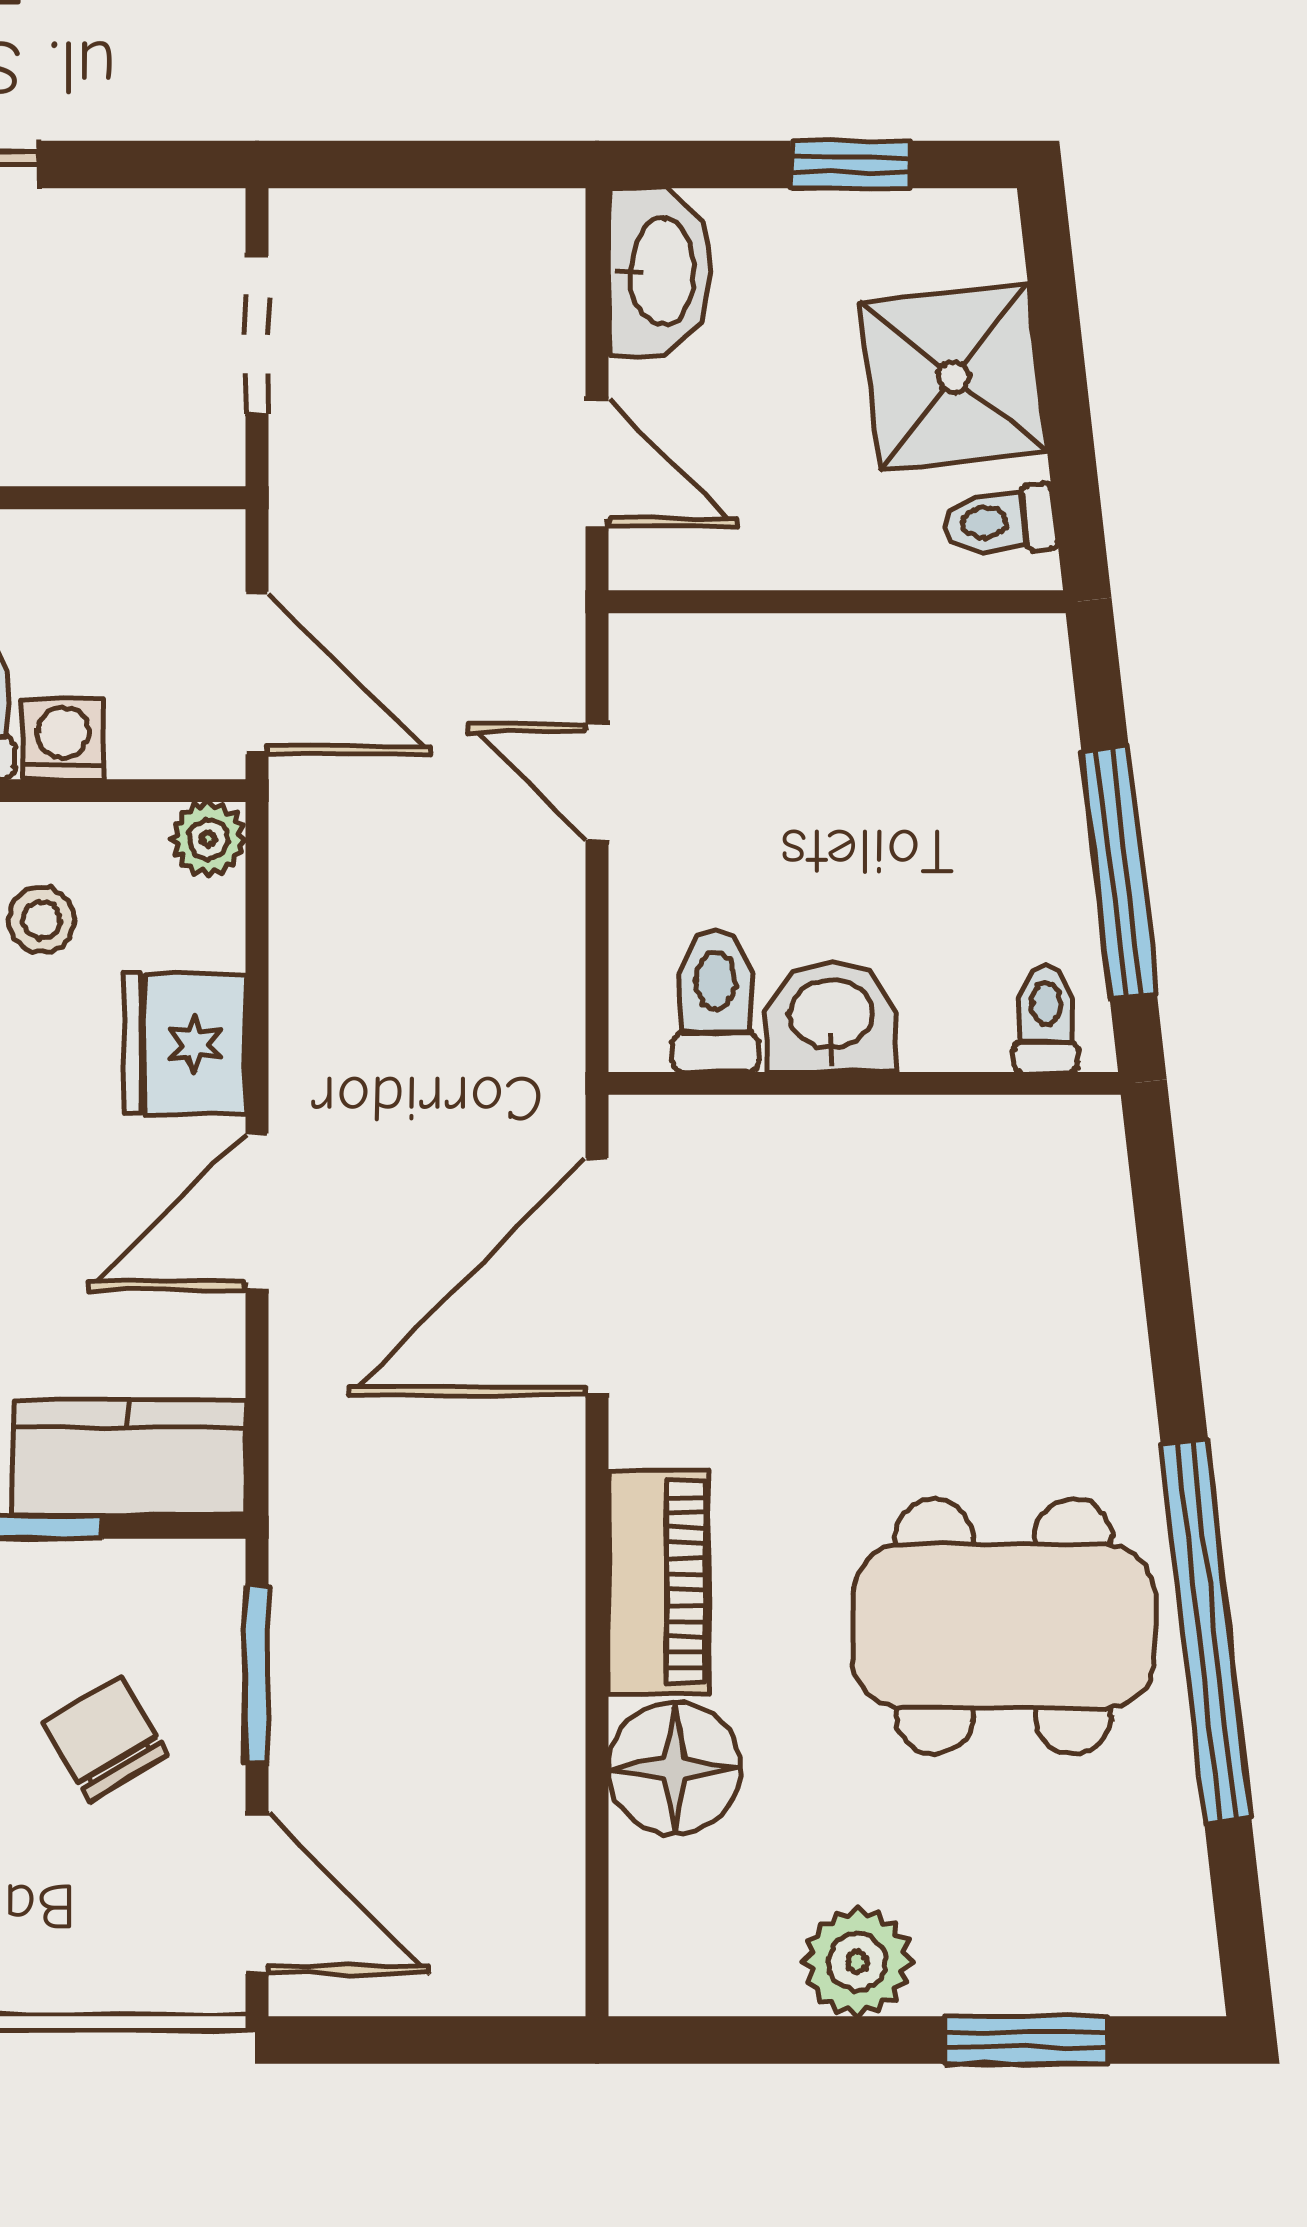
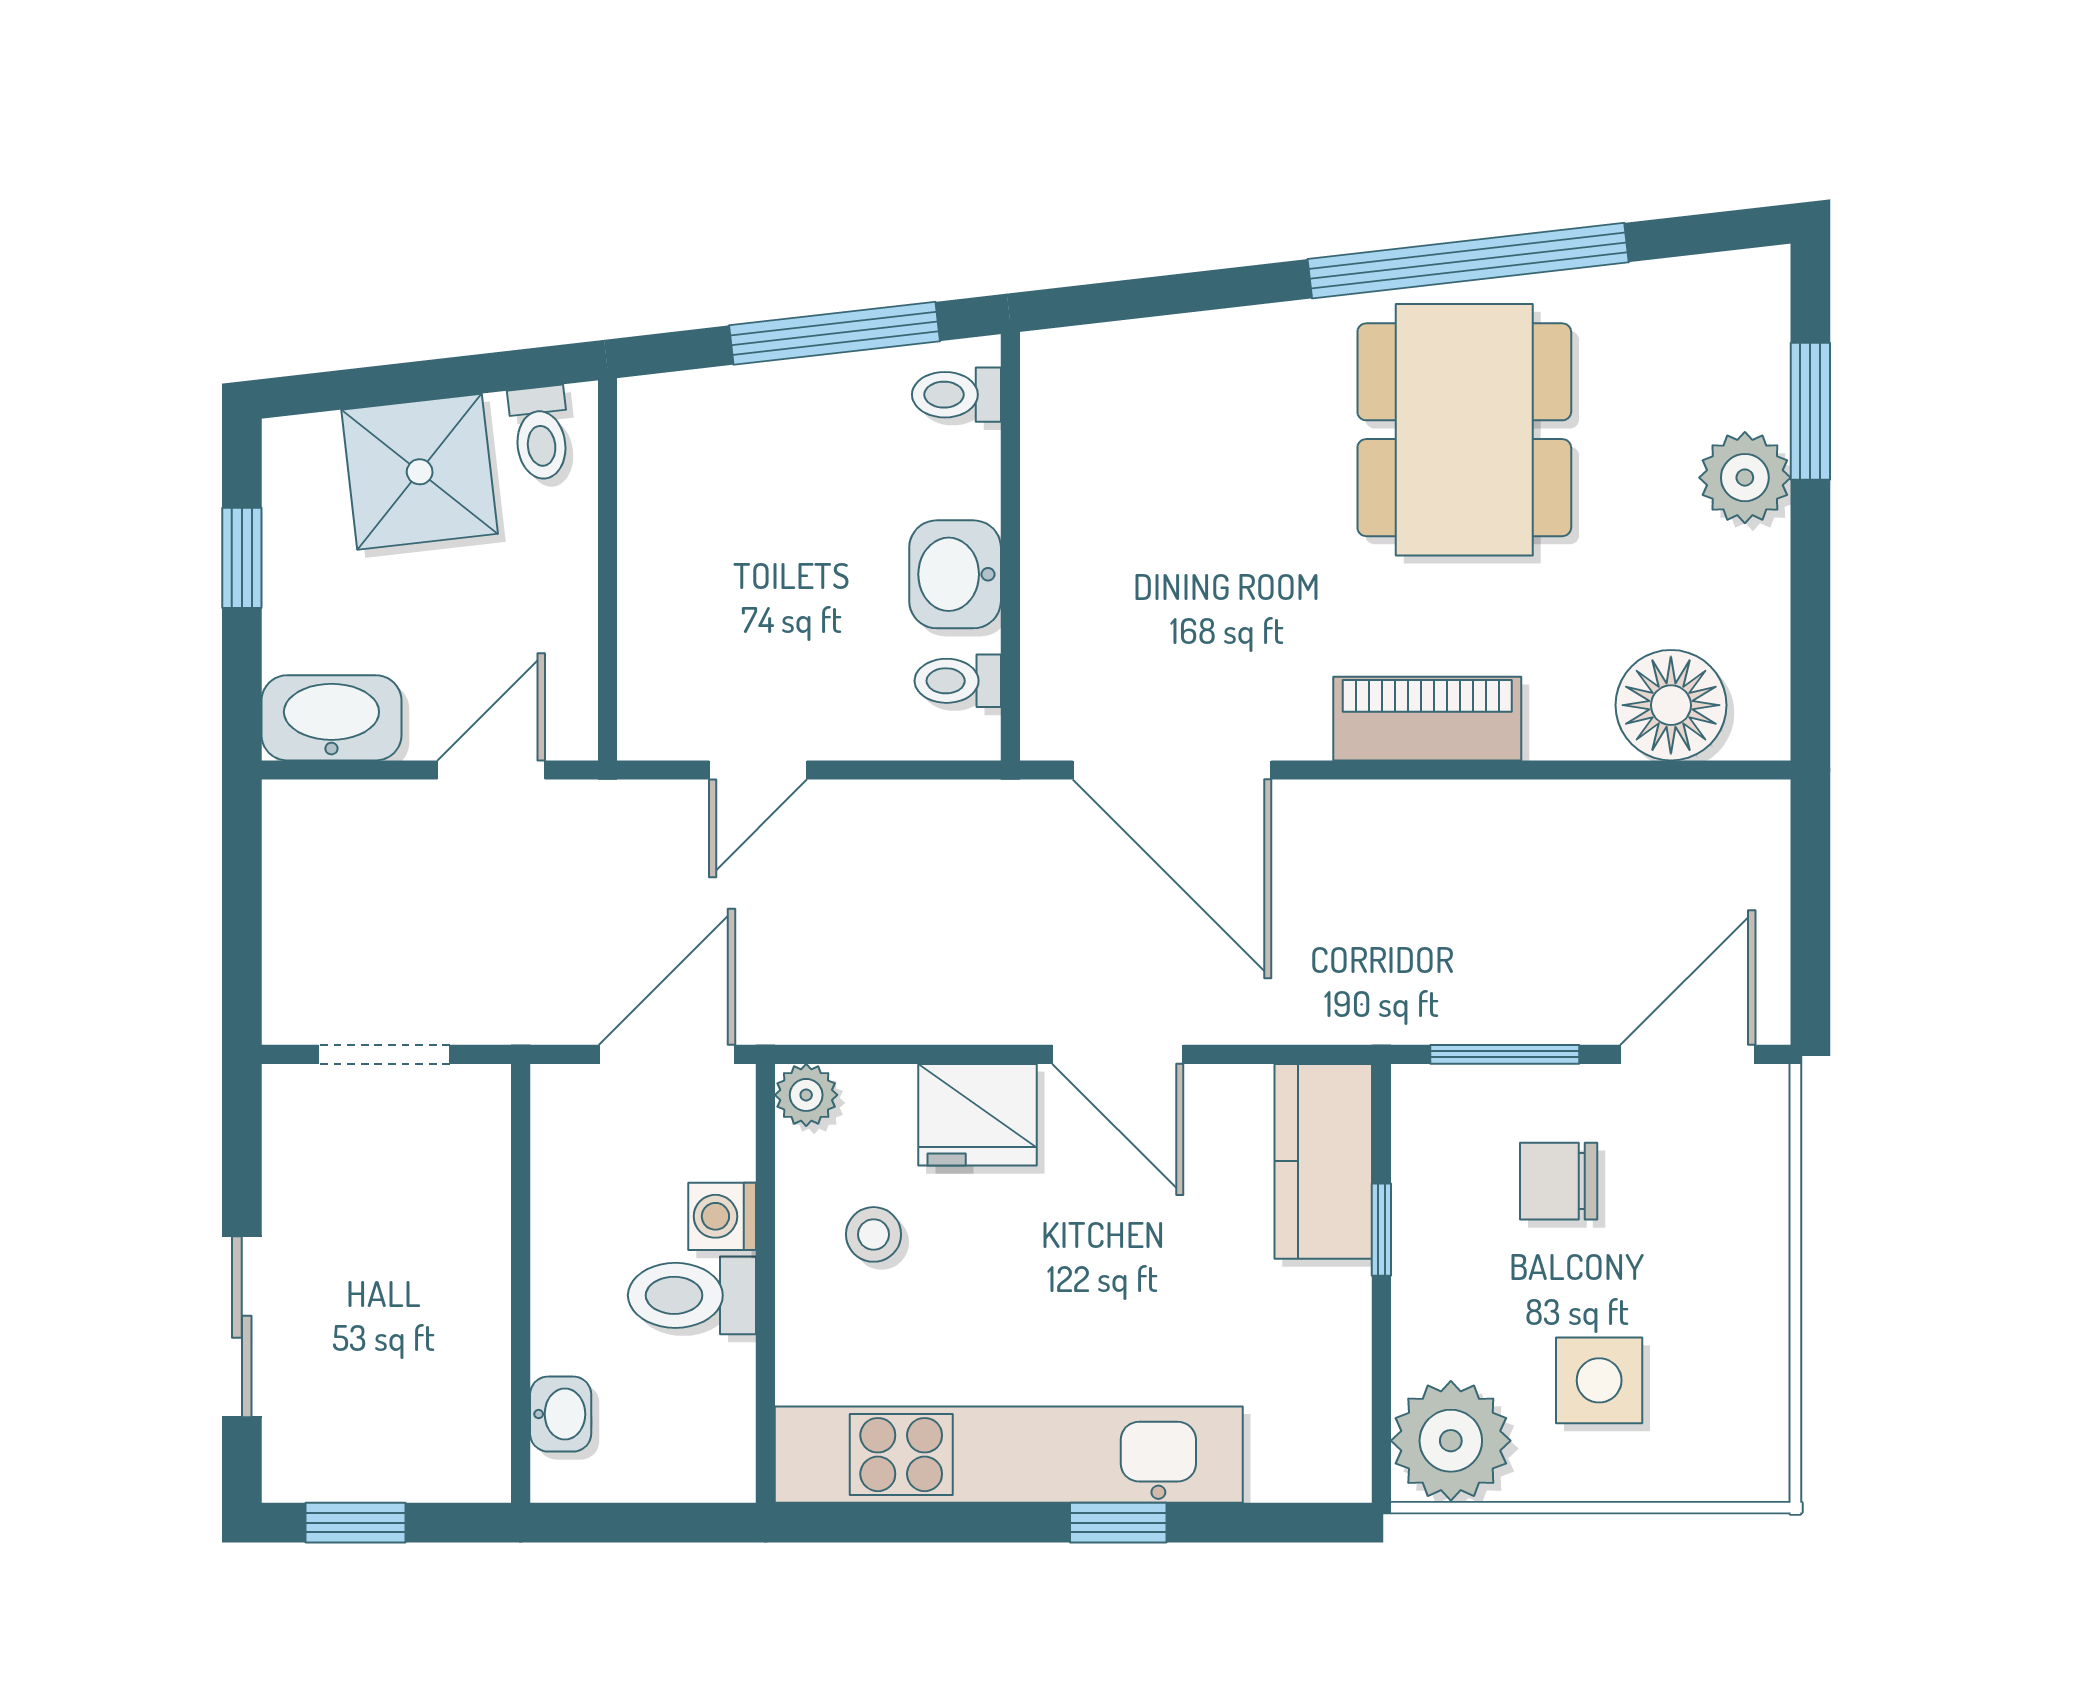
toilet: (715, 1001) -> (958, 681), width x0.73, depth x0.72
chair: (105, 1739) -> (1559, 1181), turned 31
floor lamp: (675, 1768) -> (1671, 705), moved
plant: (857, 1962) -> (1745, 478), moved

